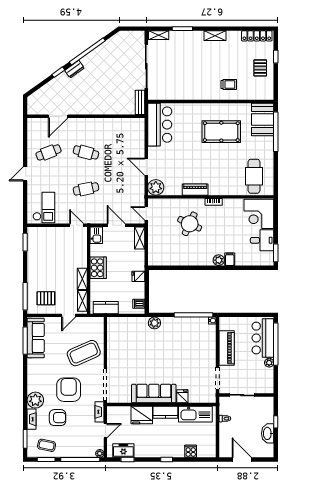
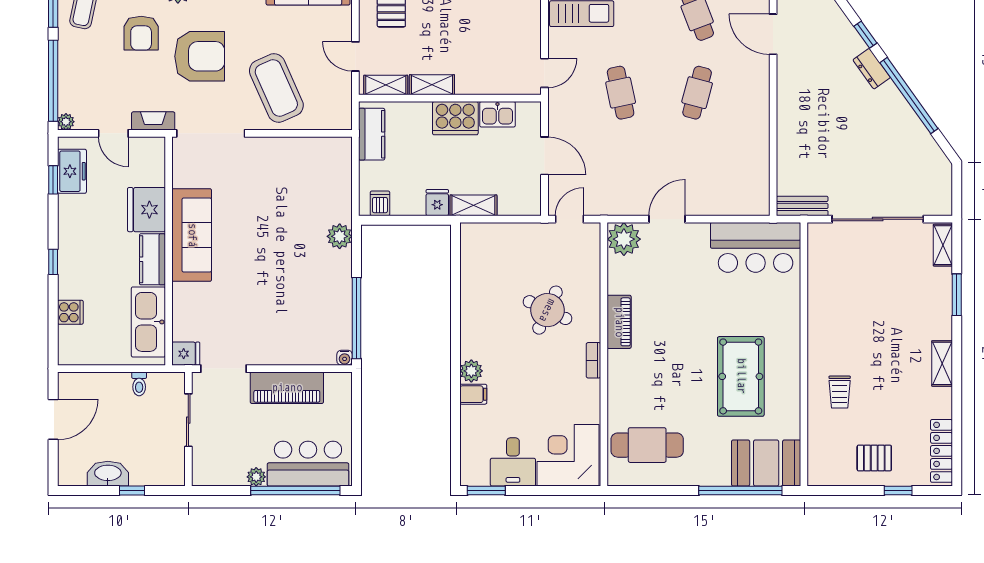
door: (116, 225) -> (544, 156), hinge flipped
kitchen sink: (96, 235) -> (497, 114), moved
shelving: (140, 238) -> (473, 205), moved
fridge: (182, 396) -> (186, 354), moved

